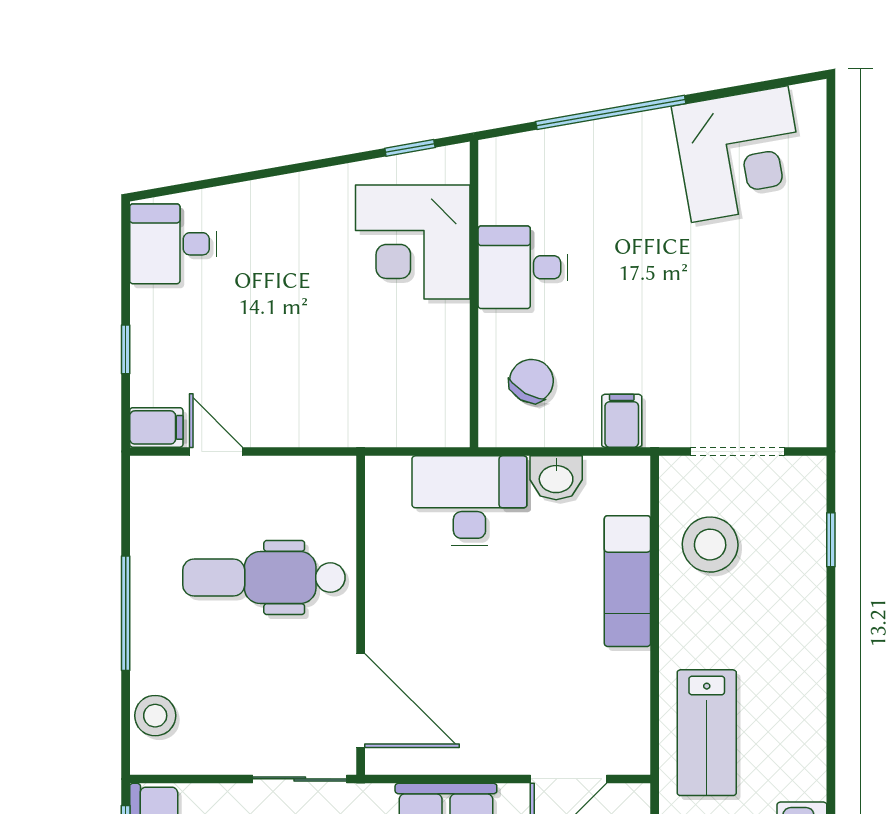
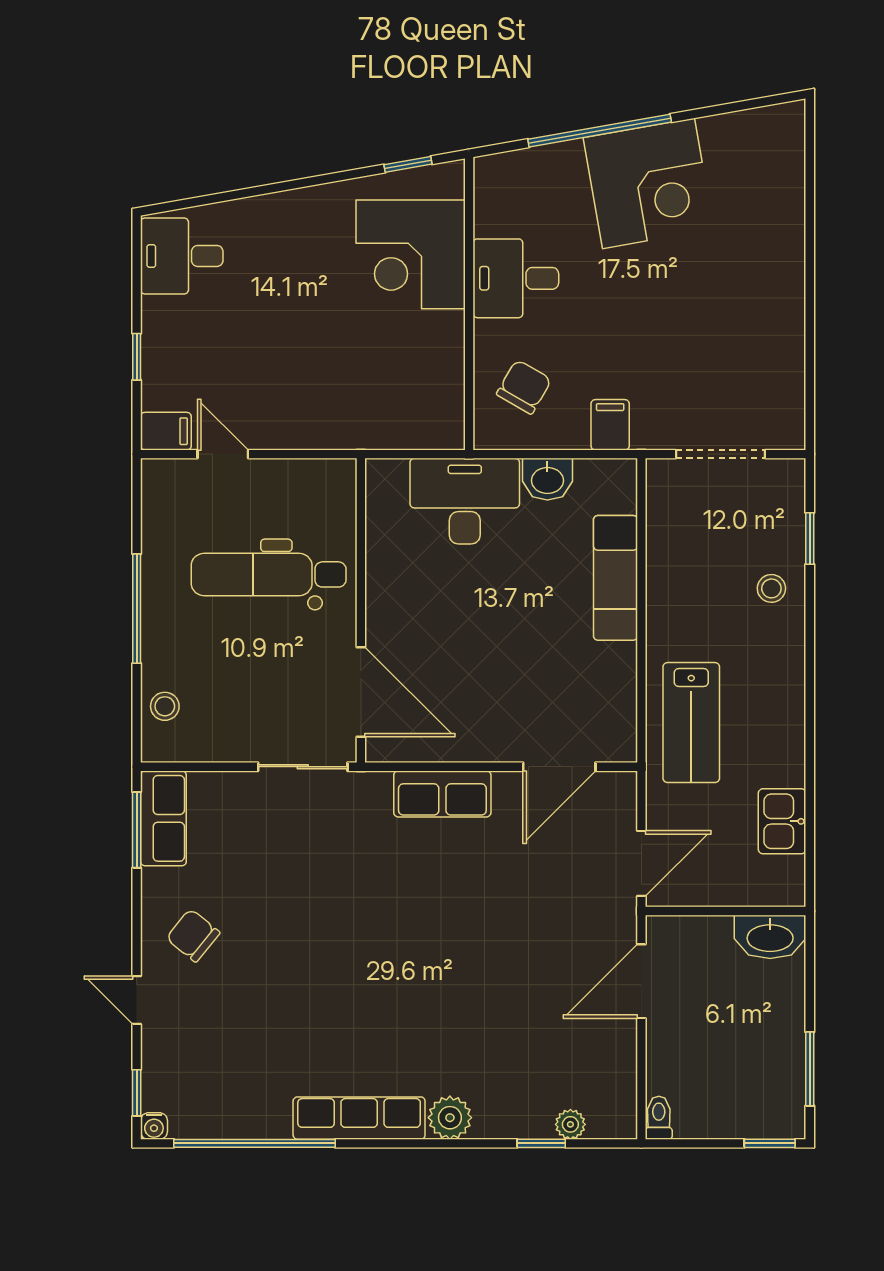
corner desk: (740, 154) -> (648, 183), moved
stool: (710, 545) -> (771, 588), moved, width x0.53, depth x0.53
stool: (155, 716) -> (165, 706), width x0.73, depth x0.73

